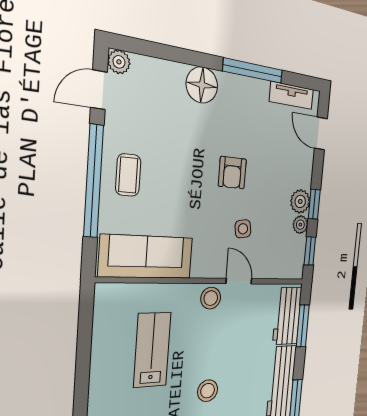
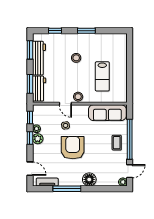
armchair: (232, 173) -> (73, 148), width x1.88, depth x1.88

